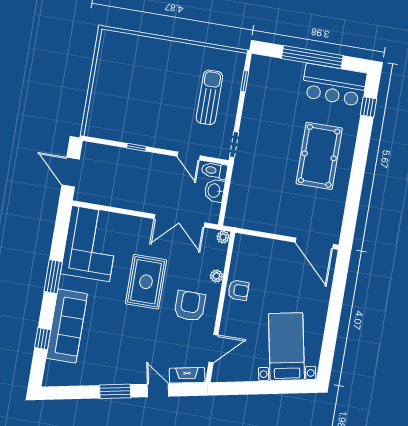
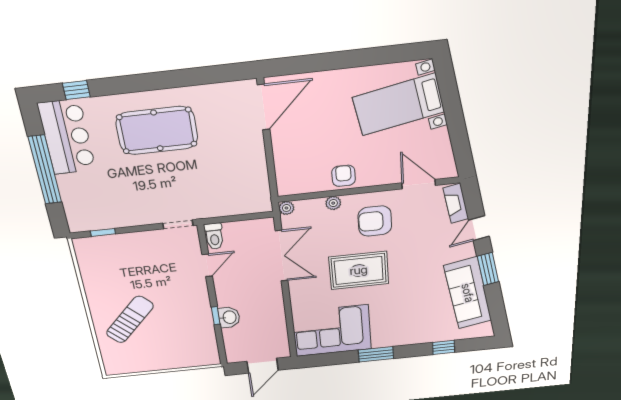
sun lounger: (209, 97) -> (130, 320), moved, turned 134
washbasin: (214, 191) -> (229, 317), moved, turned -90
sofa: (67, 326) -> (468, 293), moved, turned -101

